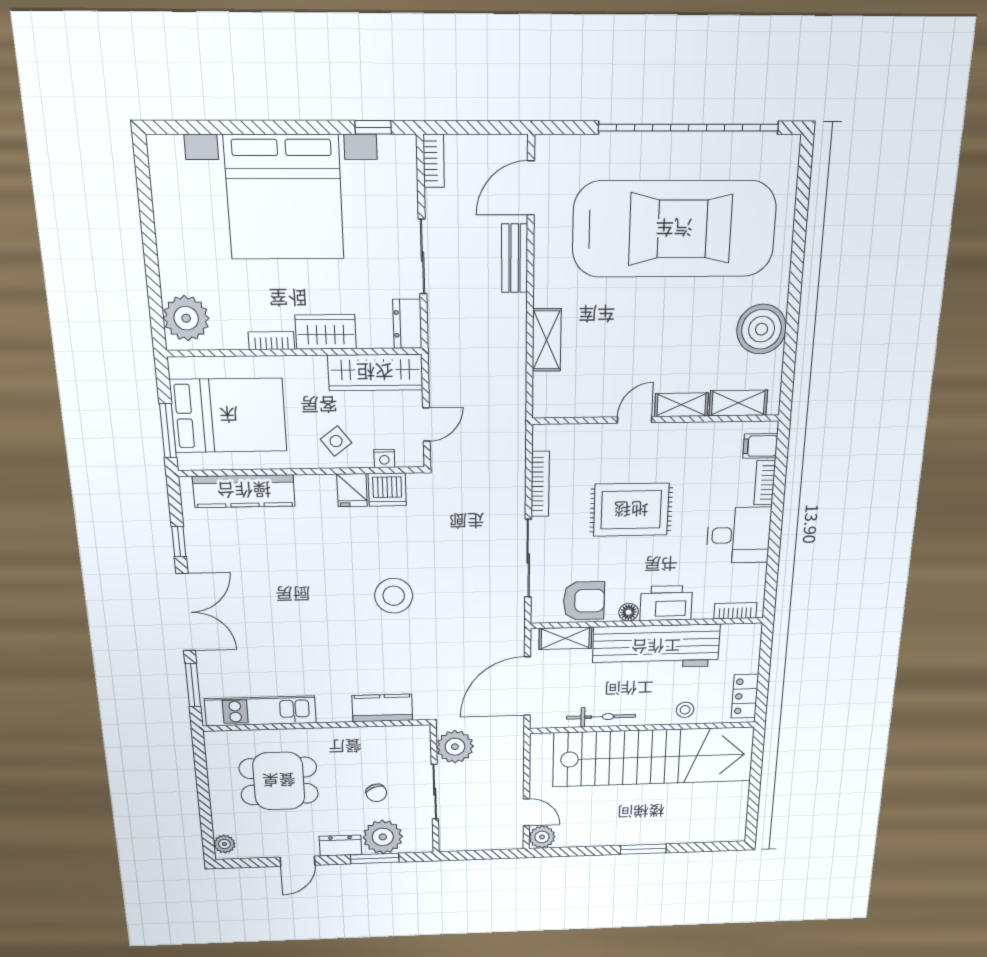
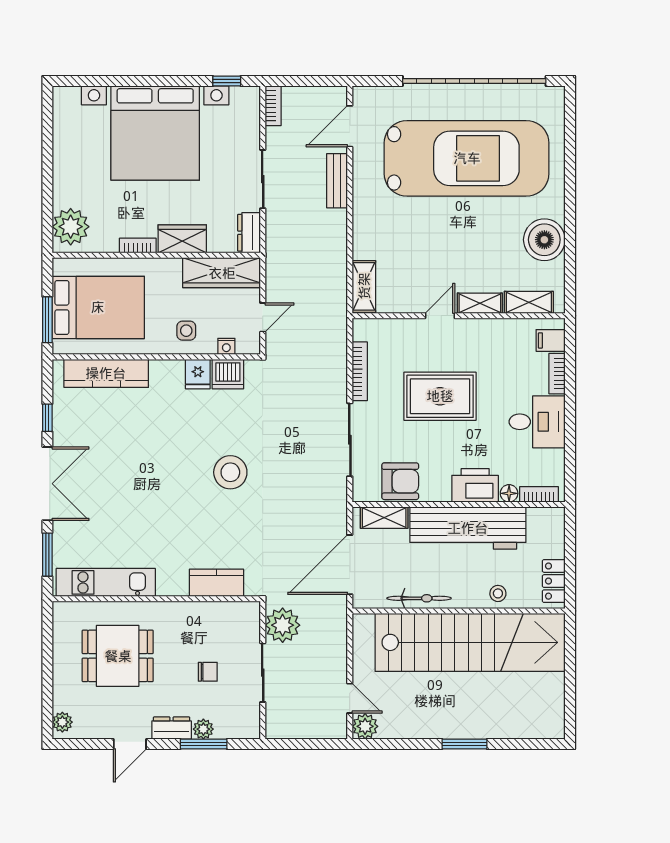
shelving: (547, 340) -> (364, 286), moved
side table: (336, 441) -> (186, 331), turned 37
floor lamp: (629, 612) -> (509, 493), moved
chair: (376, 793) -> (208, 672), turned -68
plant: (383, 837) -> (203, 729), width x0.53, depth x0.53

